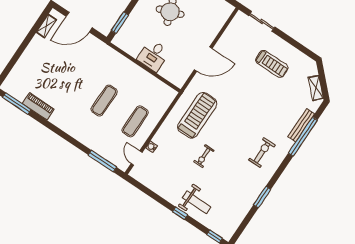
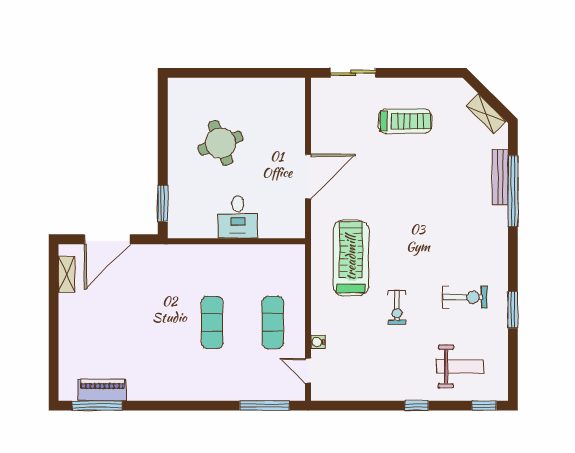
piano: (38, 106) -> (102, 390), moved
exercise bike: (262, 152) -> (465, 297), moved, turned 90
weight bench: (197, 202) -> (460, 366), moved

